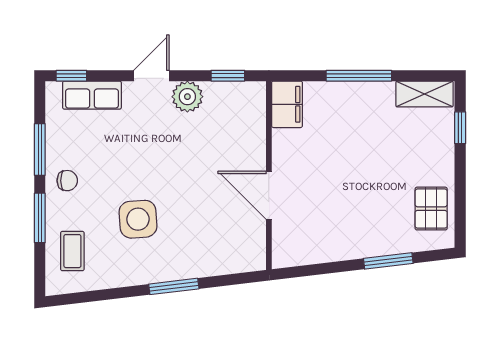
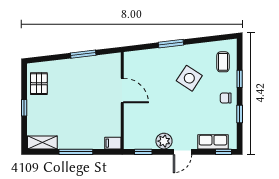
filing cabinet: (287, 104) -> (113, 143), width x0.50
window: (460, 128) -> (24, 108), moved
window: (40, 149) -> (240, 114), width x0.67
window: (40, 218) -> (240, 79), width x0.67
side table: (138, 219) -> (189, 78), turned 37
window: (388, 261) -> (83, 54), moved

